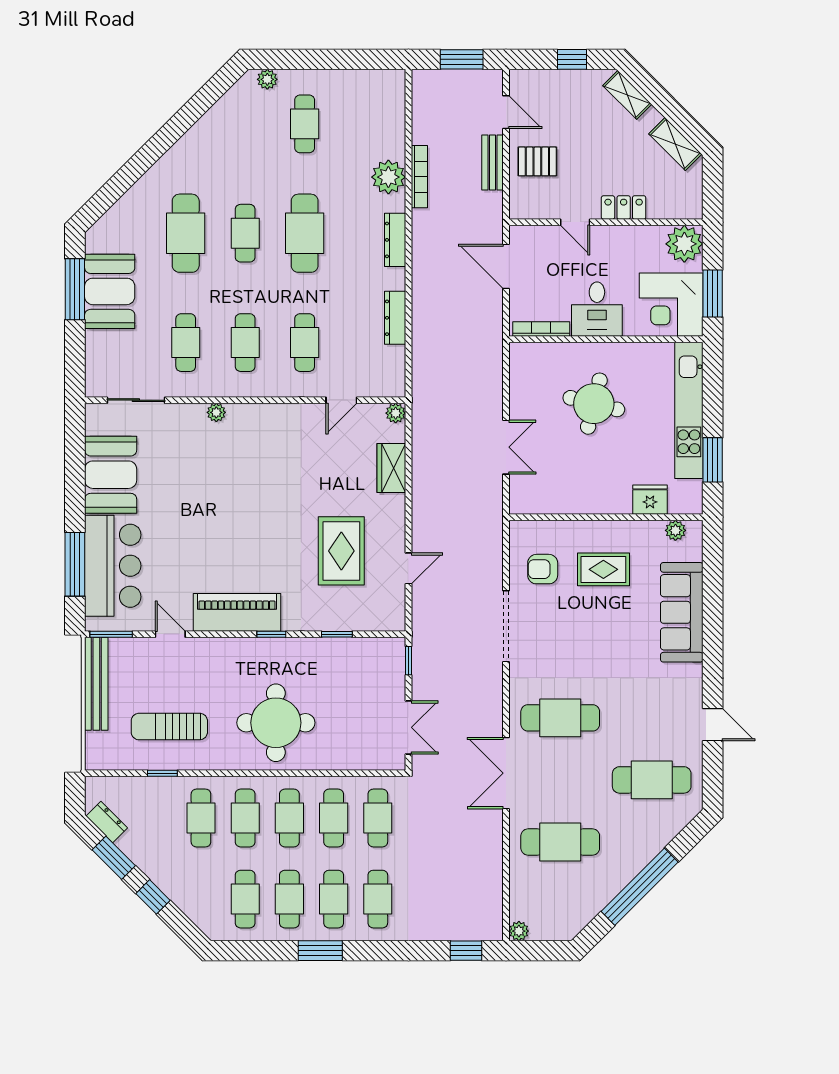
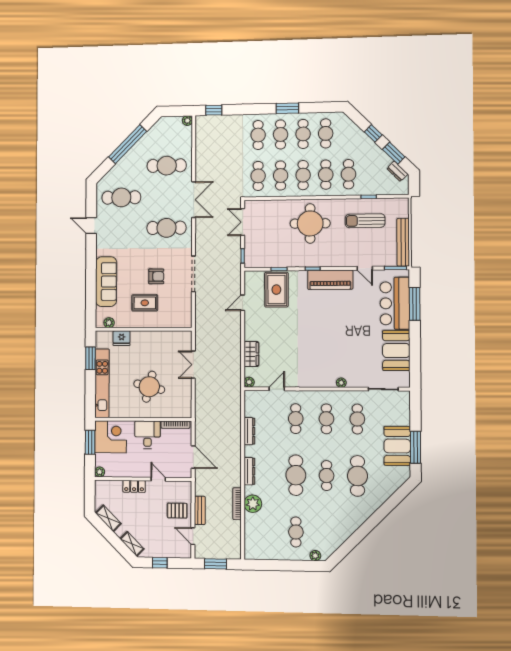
plant: (684, 244) -> (100, 472), width x0.53, depth x0.53
rug: (341, 551) -> (276, 290), moved
armchair: (543, 569) -> (156, 276), moved
sun lounger: (169, 727) -> (365, 221), turned 180

